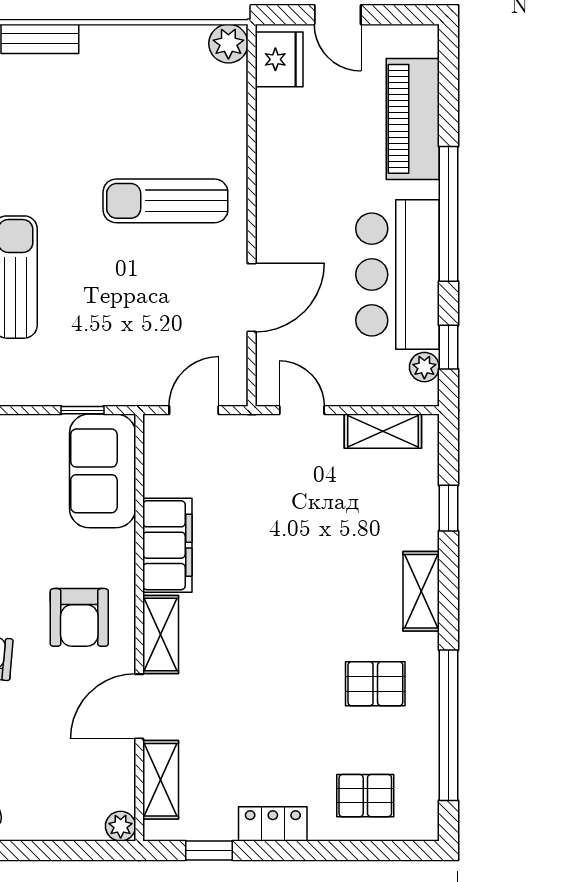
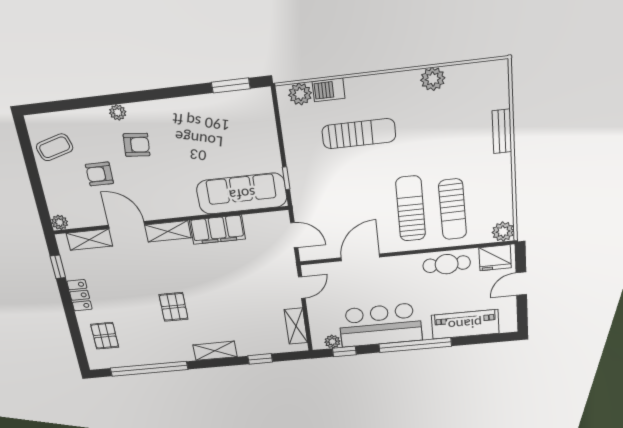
sun lounger: (175, 129) -> (453, 209), added
cafe table: (283, 145) -> (447, 264), added
door: (252, 297) -> (360, 257), swing flipped
sofa: (103, 471) -> (242, 194), width x1.36
armchair: (79, 617) -> (99, 174), moved, width x0.72, depth x0.72
pallet: (375, 684) -> (174, 307), moved

